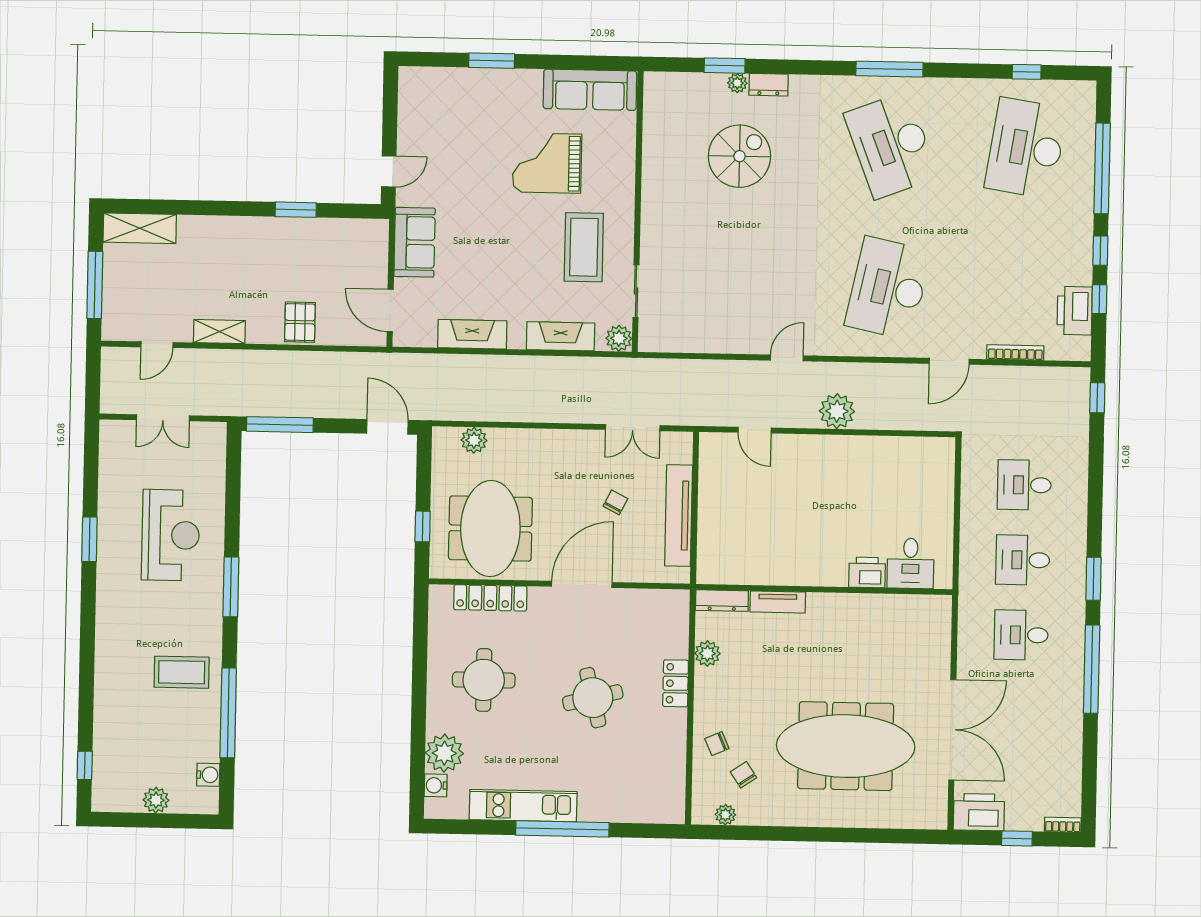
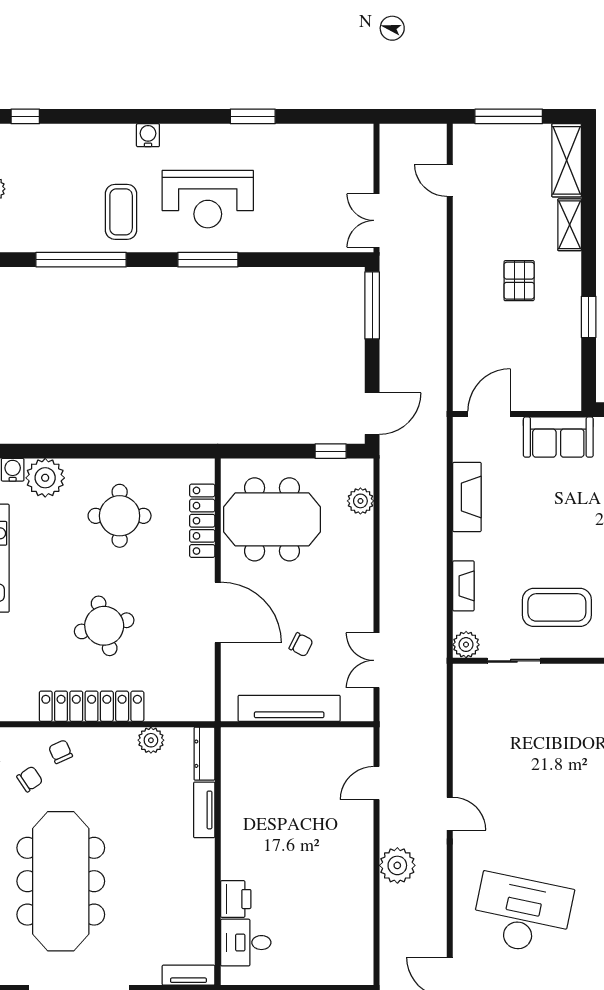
pallet: (300, 322) -> (519, 281), moved, turned 90
shelving: (219, 332) -> (570, 225), moved
fireplace: (561, 336) -> (463, 586), width x0.73, depth x0.76
double door: (163, 418) -> (377, 220), moved
window: (423, 526) -> (331, 451), moved
reception desk: (171, 535) -> (208, 199), moved
tv unit: (942, 621) -> (188, 975), added
locker: (676, 683) -> (92, 706), width x2.16, depth x1.21
water cooler: (208, 775) -> (148, 135), moved, turned 180

